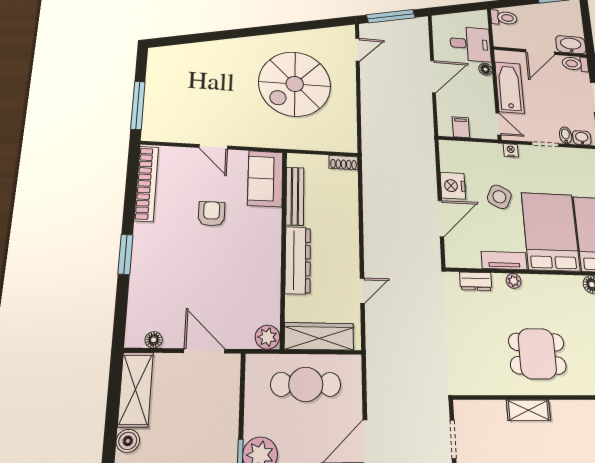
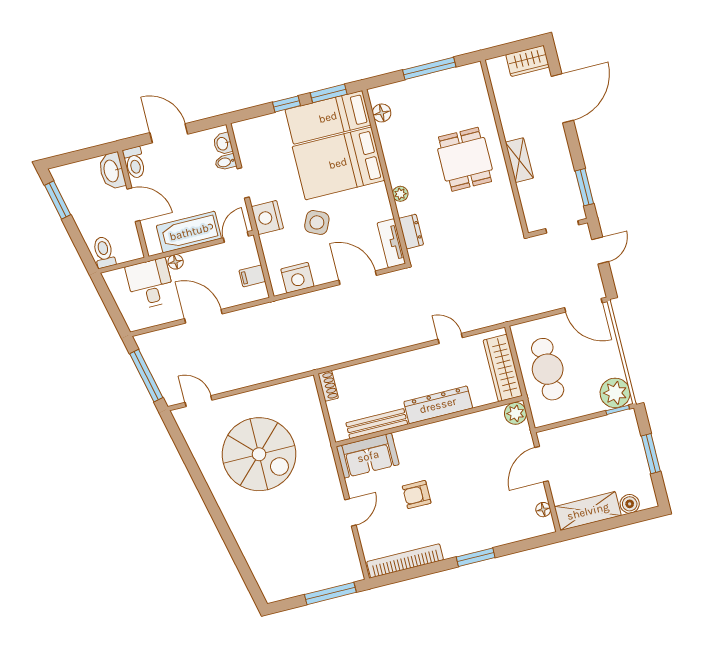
nightstand: (511, 150) -> (267, 217), width x1.89, depth x1.79
nightstand: (453, 186) -> (297, 278), moved
tv unit: (504, 260) -> (391, 243), moved

